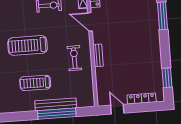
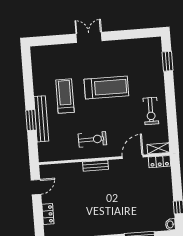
treadmill: (28, 45) -> (106, 88), turned 90
locker: (142, 98) -> (48, 214), width x0.66
window: (57, 114) -> (31, 120), width x0.47

